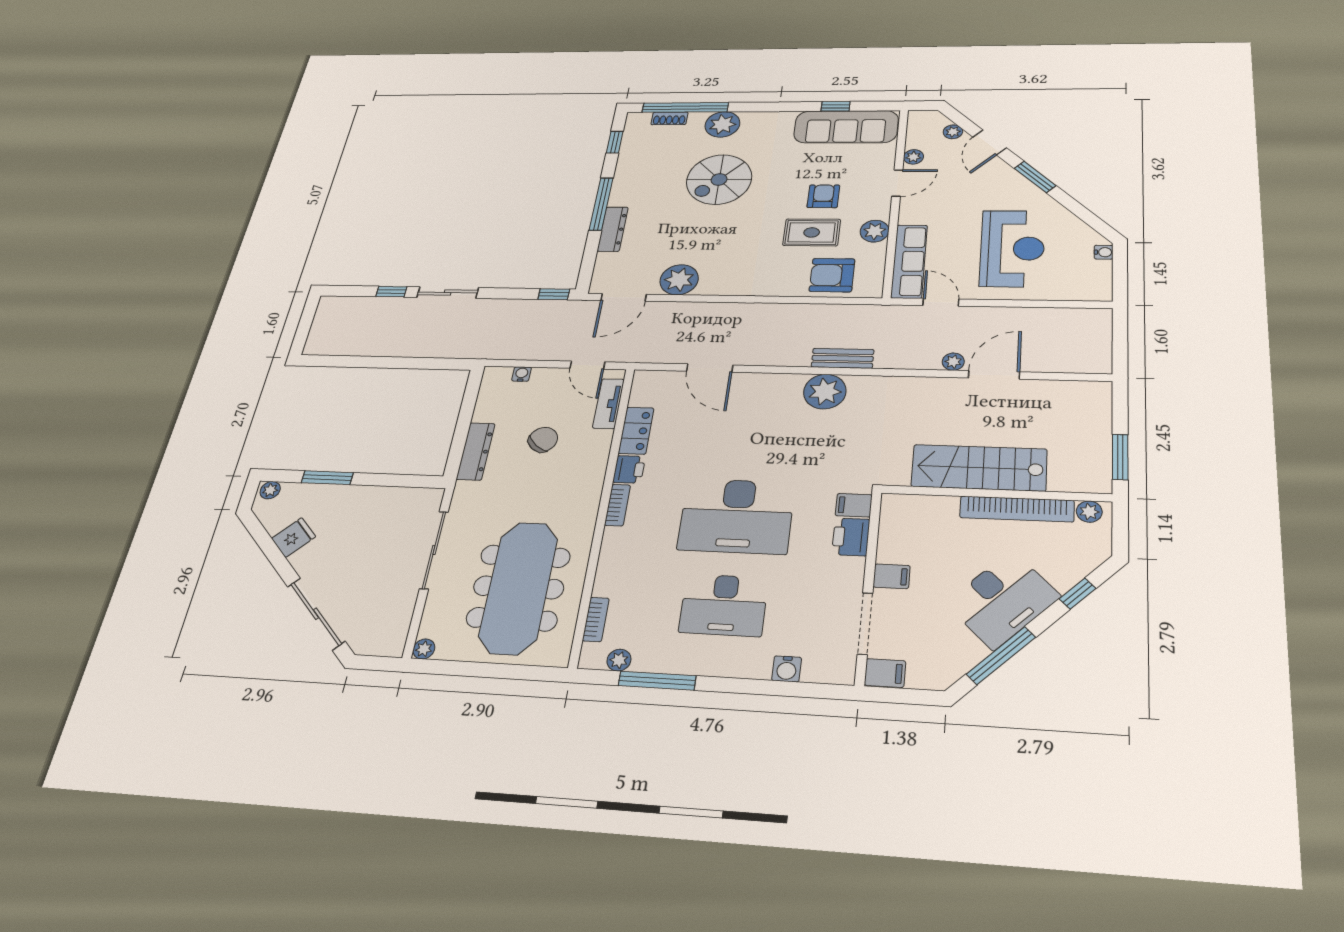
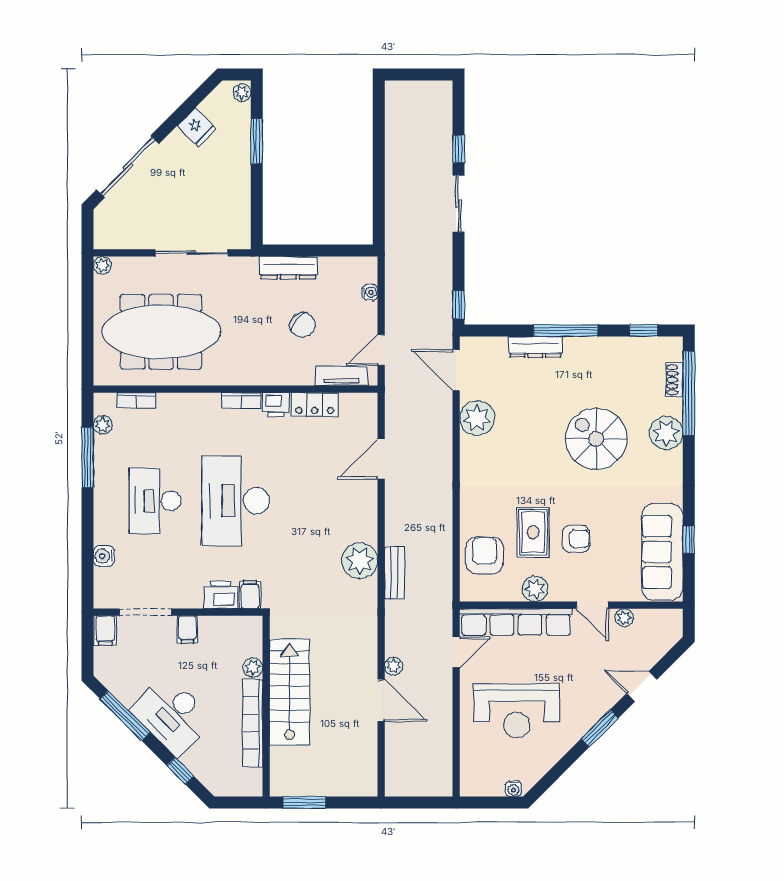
plant: (953, 132) -> (655, 652), removed
row of seats: (909, 261) -> (516, 622), width x1.36
plant: (1089, 512) -> (253, 668), moved

